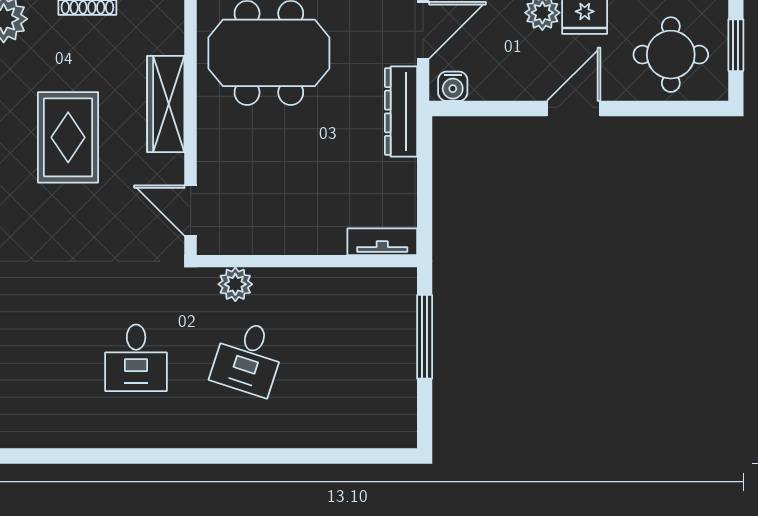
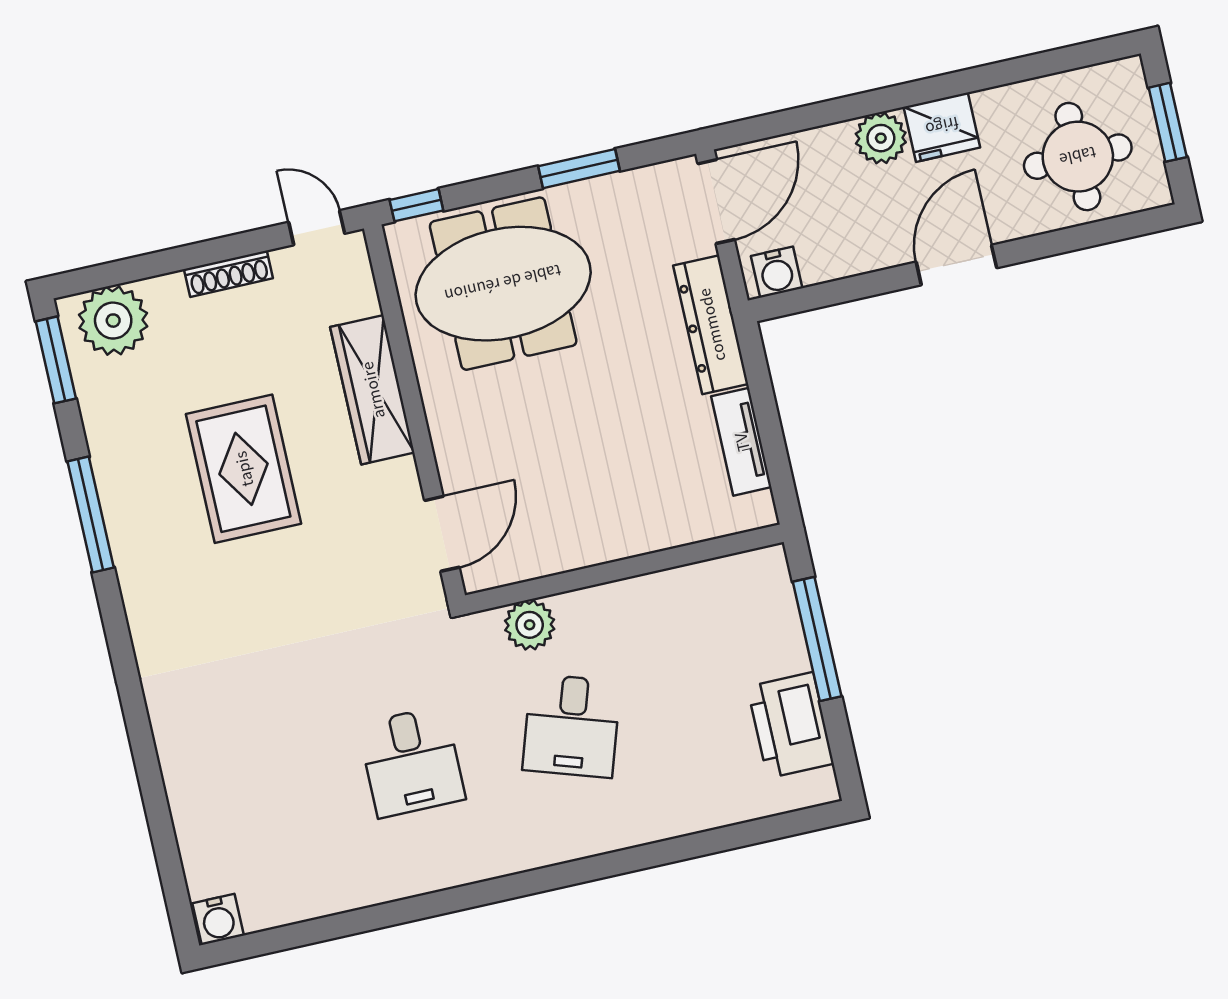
door: (191, 210) -> (442, 534), swing flipped
tv unit: (382, 242) -> (741, 442), moved, turned -90
printer: (394, 390) -> (790, 725), added

